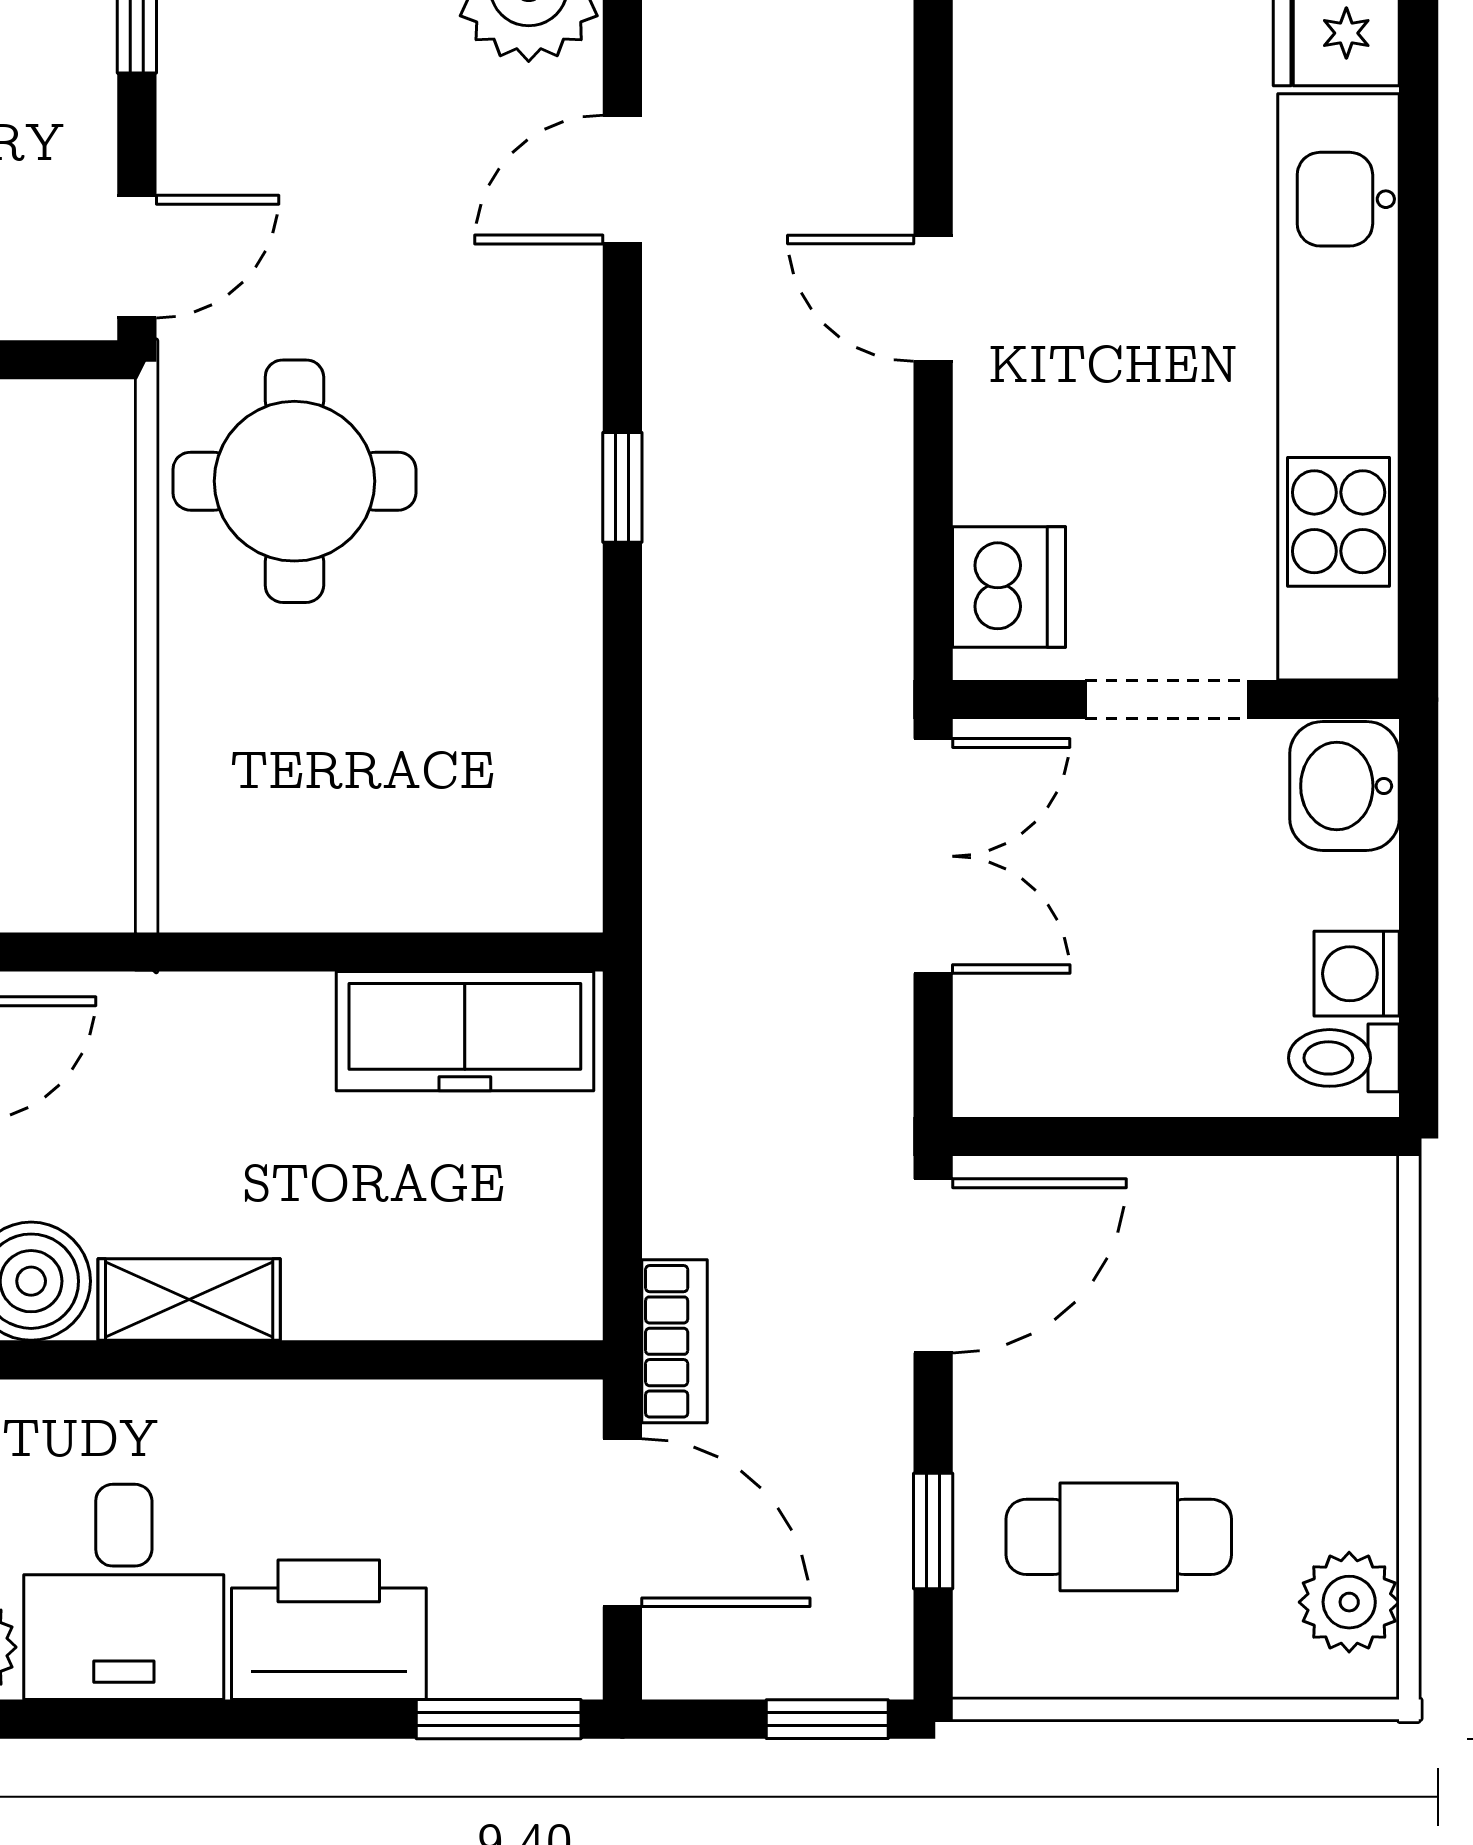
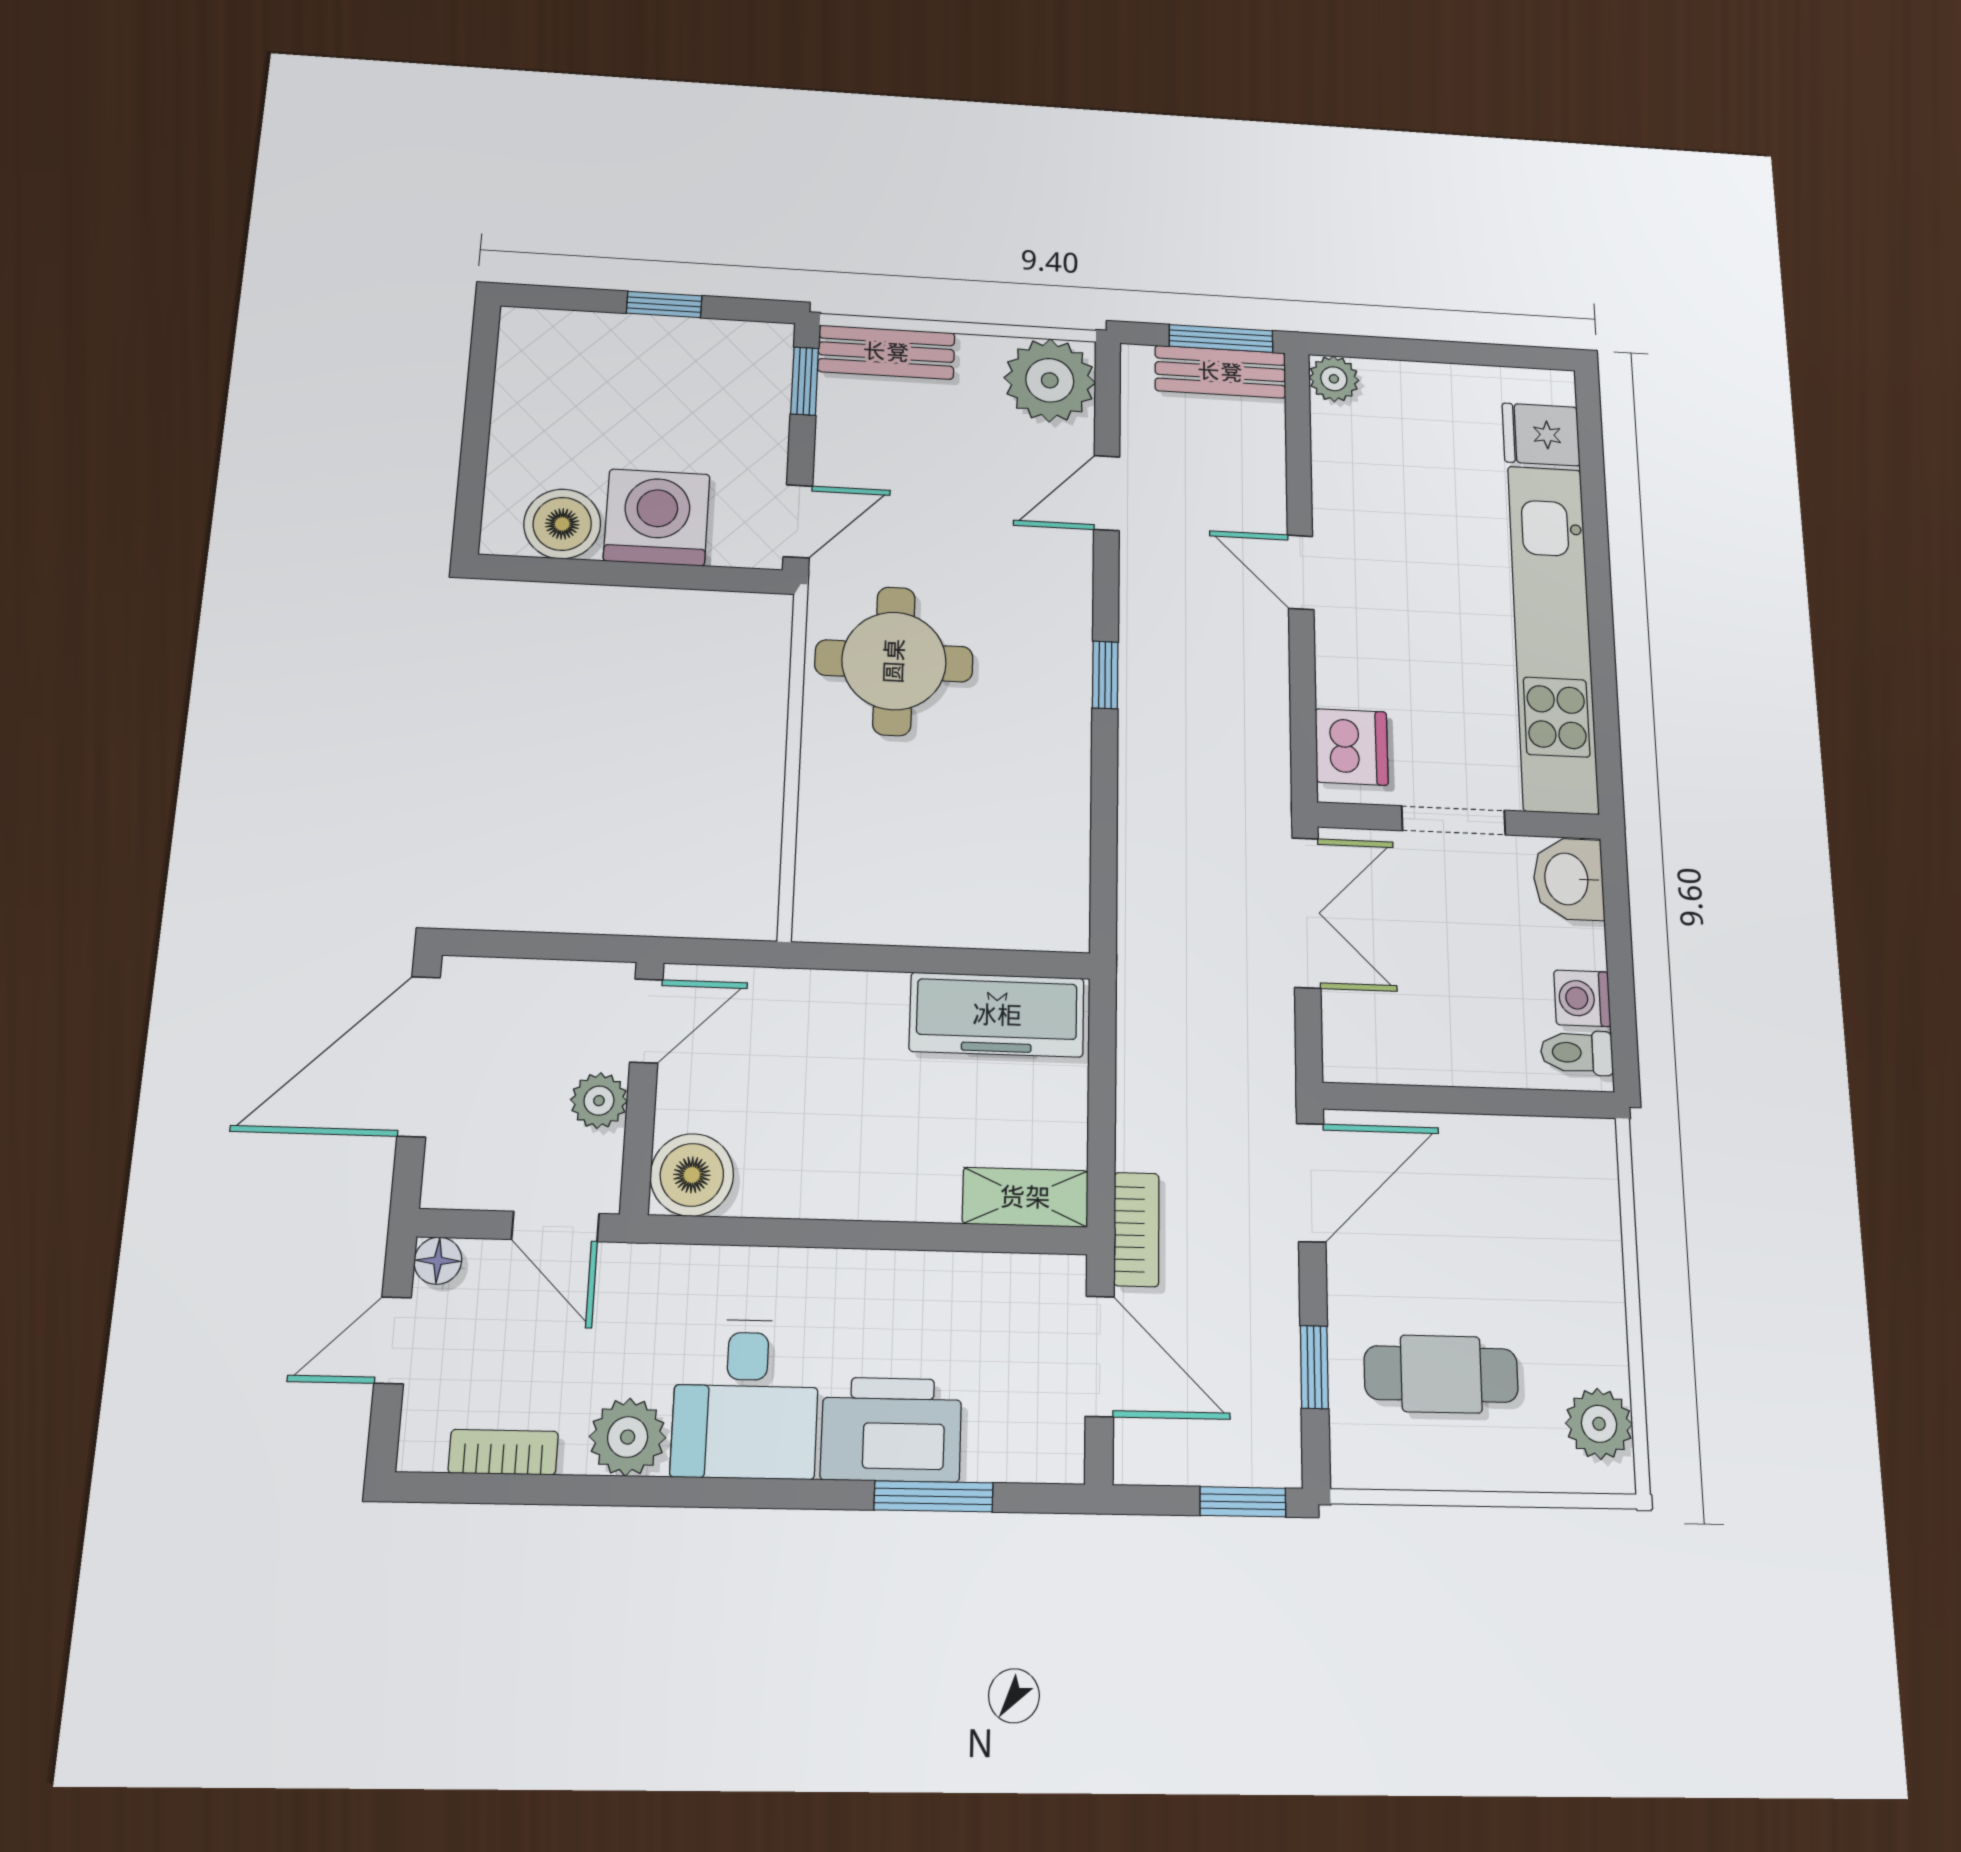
shelving: (189, 1299) -> (1025, 1197), moved
window: (499, 1719) -> (934, 1496), moved

